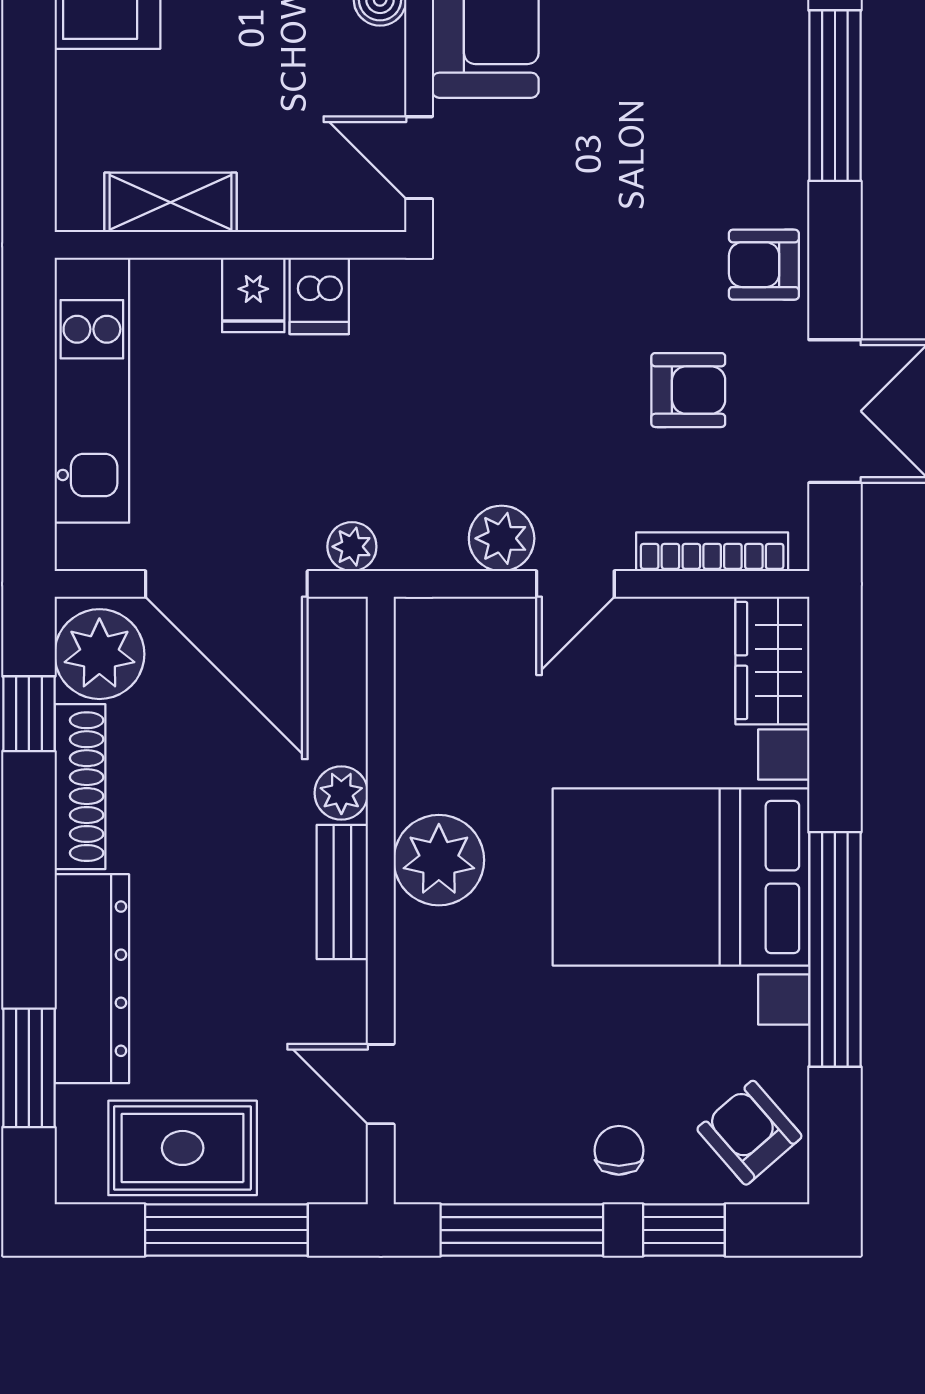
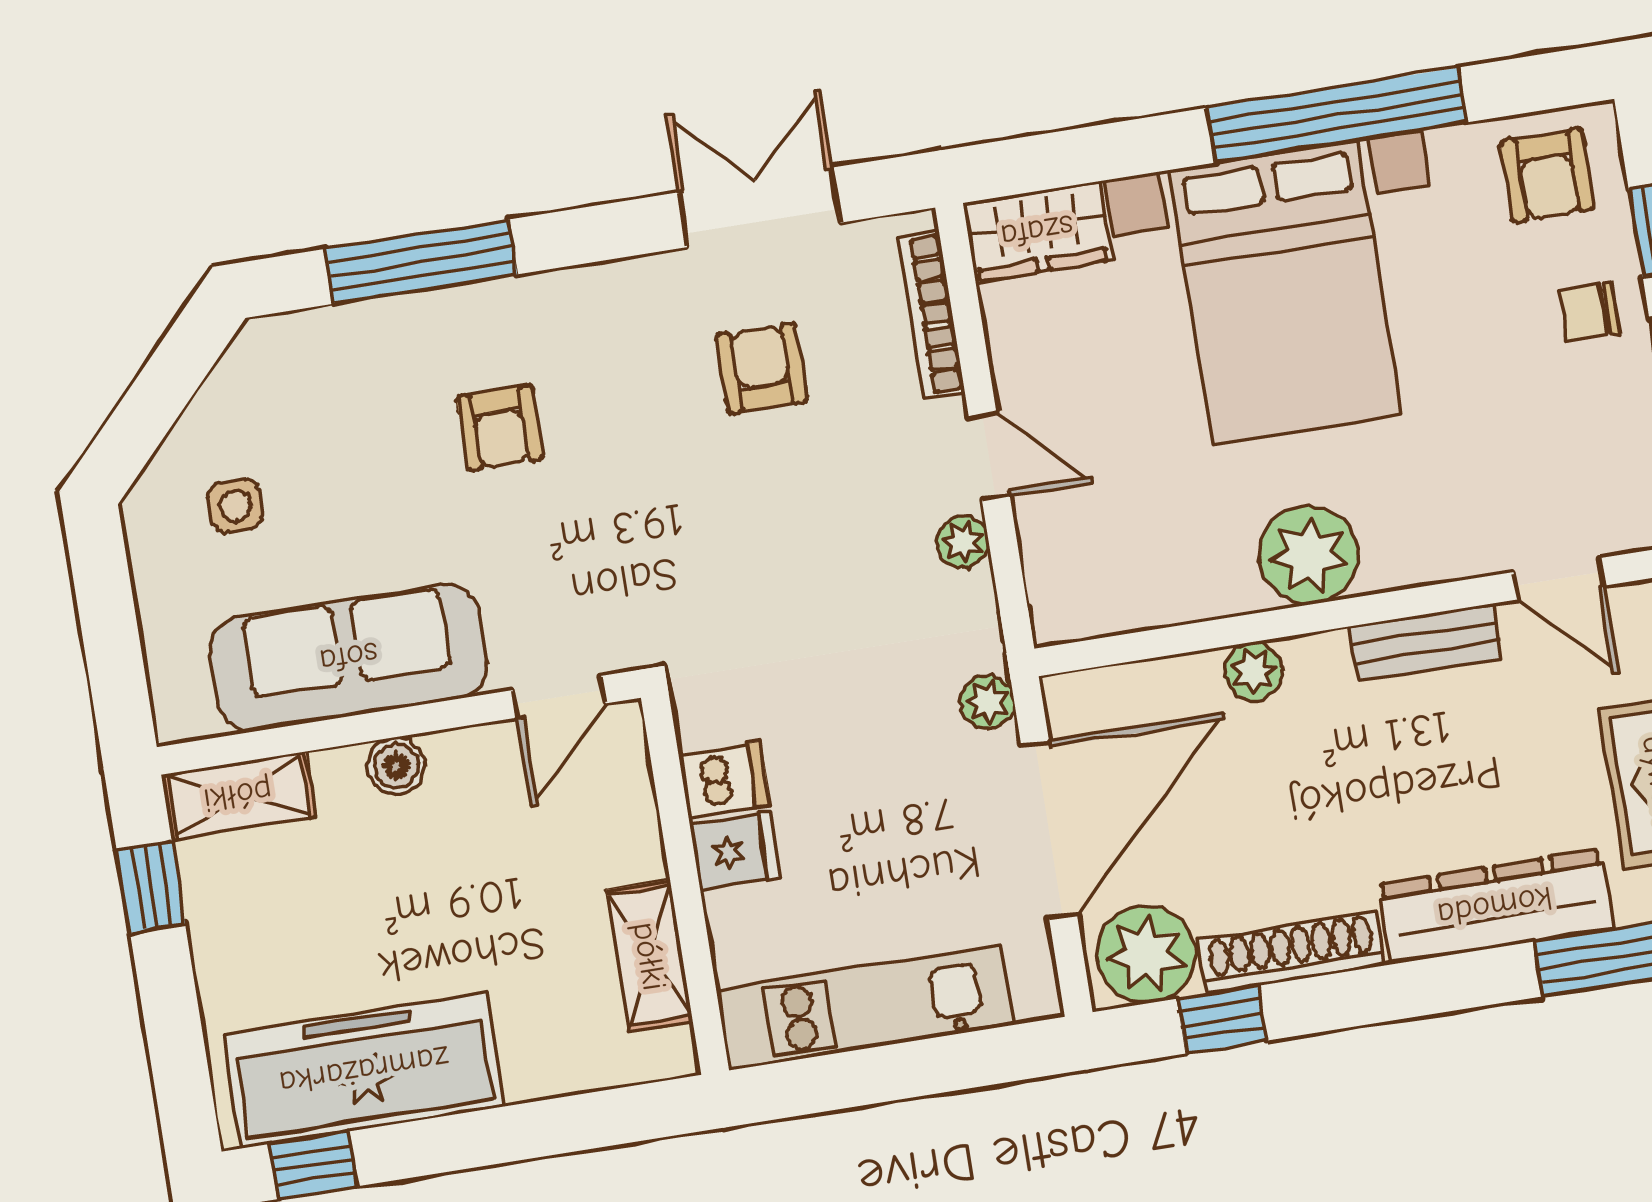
armchair: (764, 265) -> (500, 428), moved
plant: (502, 538) -> (963, 542), width x0.73, depth x0.73
bench: (342, 892) -> (1425, 643), moved
door: (381, 1084) -> (1559, 579), hinge flipped
armchair: (749, 1133) -> (1548, 175), turned -49

